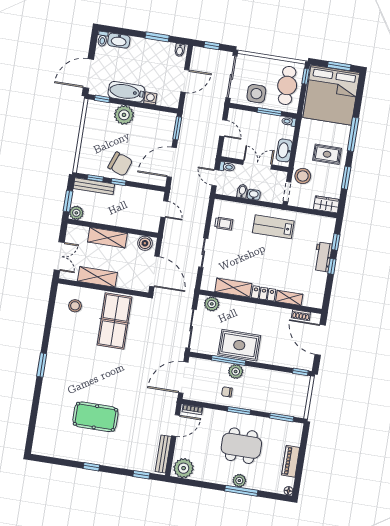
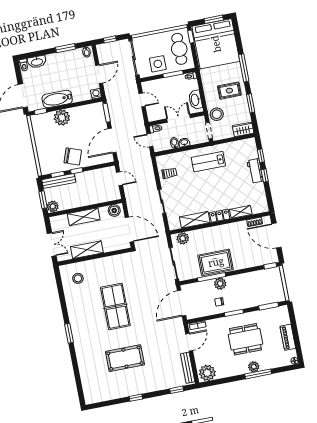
washing machine: (150, 98) -> (96, 94), moved
table tennis table: (115, 321) -> (115, 306), moved

